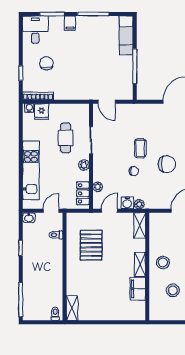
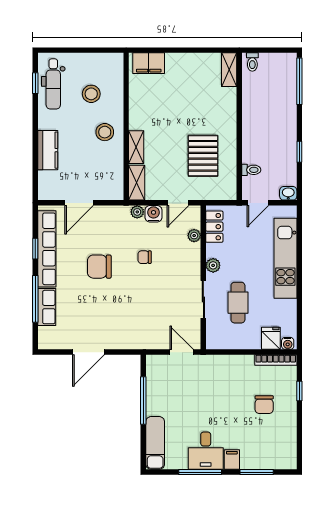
desk: (35, 30) -> (206, 451), moved
coffee table: (140, 148) -> (136, 288), removed
shelving: (140, 264) -> (136, 147), moved
filing cabinet: (138, 289) -> (149, 63), moved, turned 90

